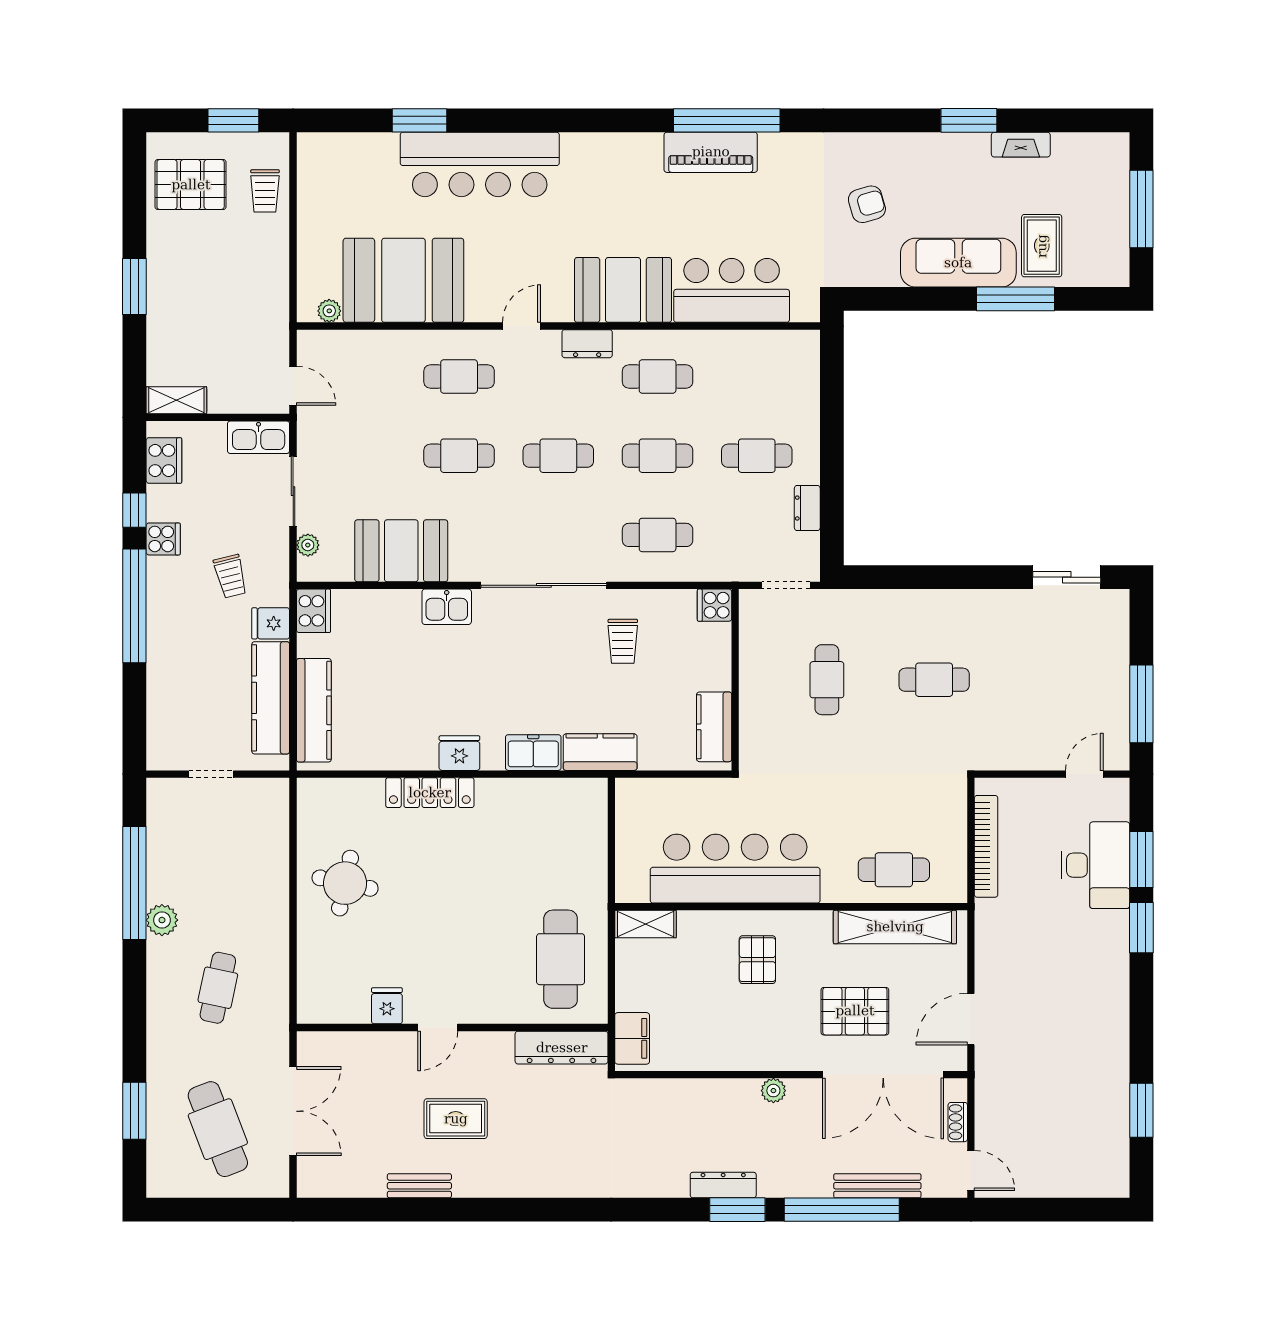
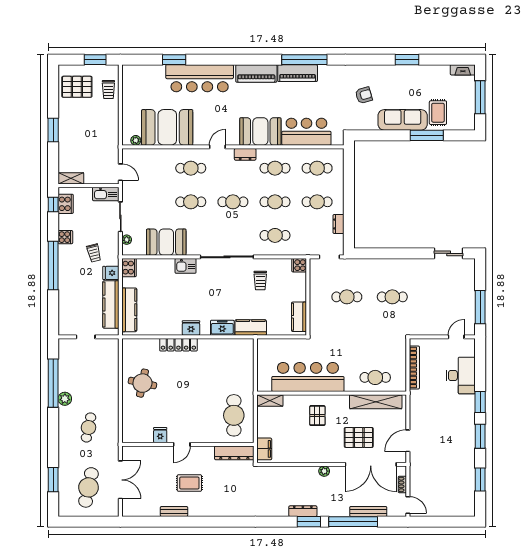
fireplace: (1021, 145) -> (463, 70), moved
piano: (613, 153) -> (256, 73), added
cafe table: (757, 376) -> (317, 168), added
window: (134, 510) -> (53, 204), moved
cafe table: (827, 680) -> (347, 297), turned 90
window: (1141, 859) -> (480, 436), moved
cafe table: (218, 1129) -> (88, 487), turned 33

